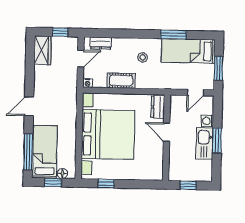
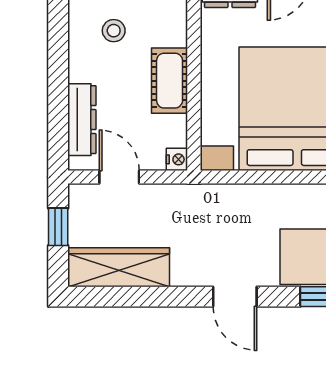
dresser: (101, 43) -> (82, 120), width x1.44
wardrobe: (43, 50) -> (119, 267), width x1.50

